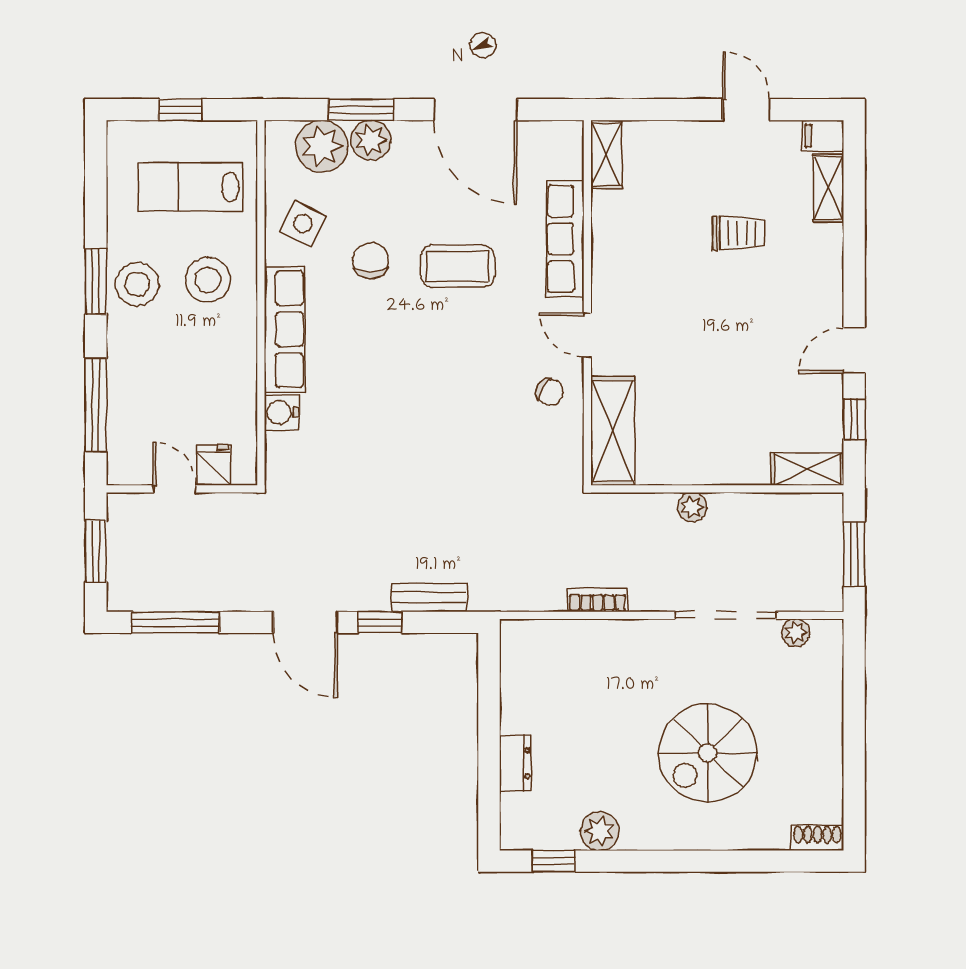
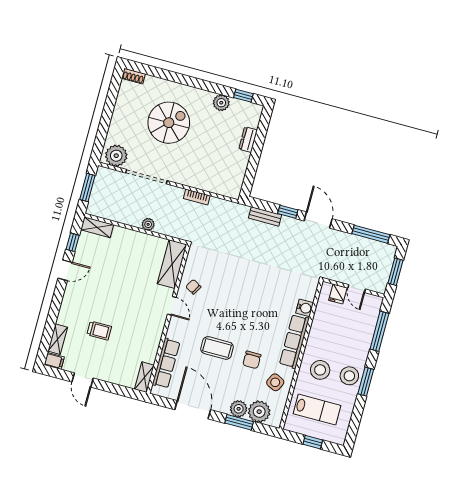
trolley: (738, 233) -> (99, 331), turned 180
row of seats: (565, 239) -> (166, 363), moved
plant: (796, 633) -> (116, 156), width x1.88, depth x1.88

